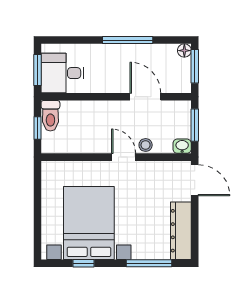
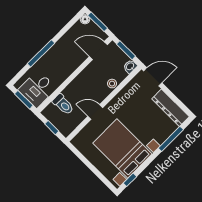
window: (128, 40) -> (41, 53), moved
door: (145, 97) -> (98, 51), moved
toilet: (50, 116) -> (63, 104), moved
door: (124, 157) -> (95, 112), moved
window: (84, 263) -> (130, 180), moved

